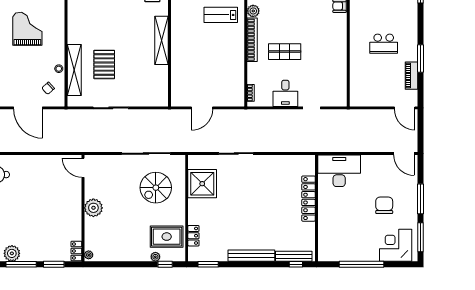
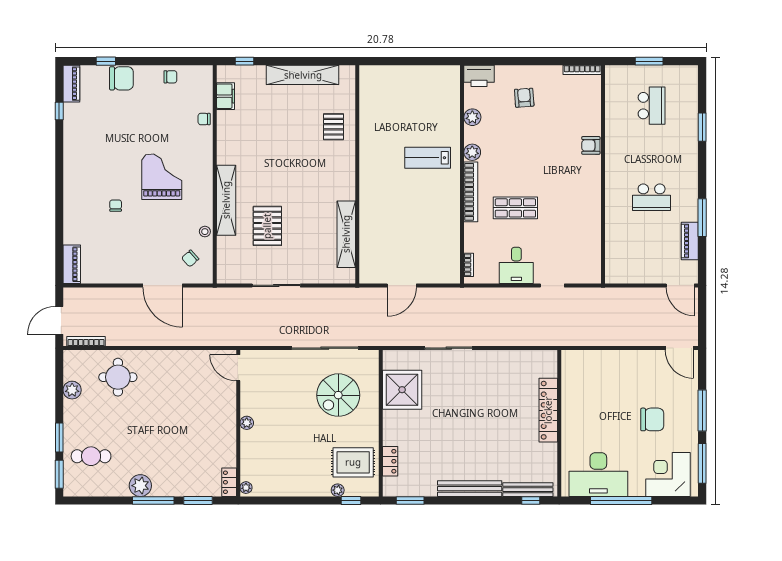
shelving: (162, 40) -> (346, 234), moved
shelving: (74, 70) -> (226, 200), moved
desk: (339, 171) -> (598, 475), moved, turned 180
chair: (384, 205) -> (652, 419), turned 90
plant: (93, 208) -> (247, 423), width x0.53, depth x0.53

